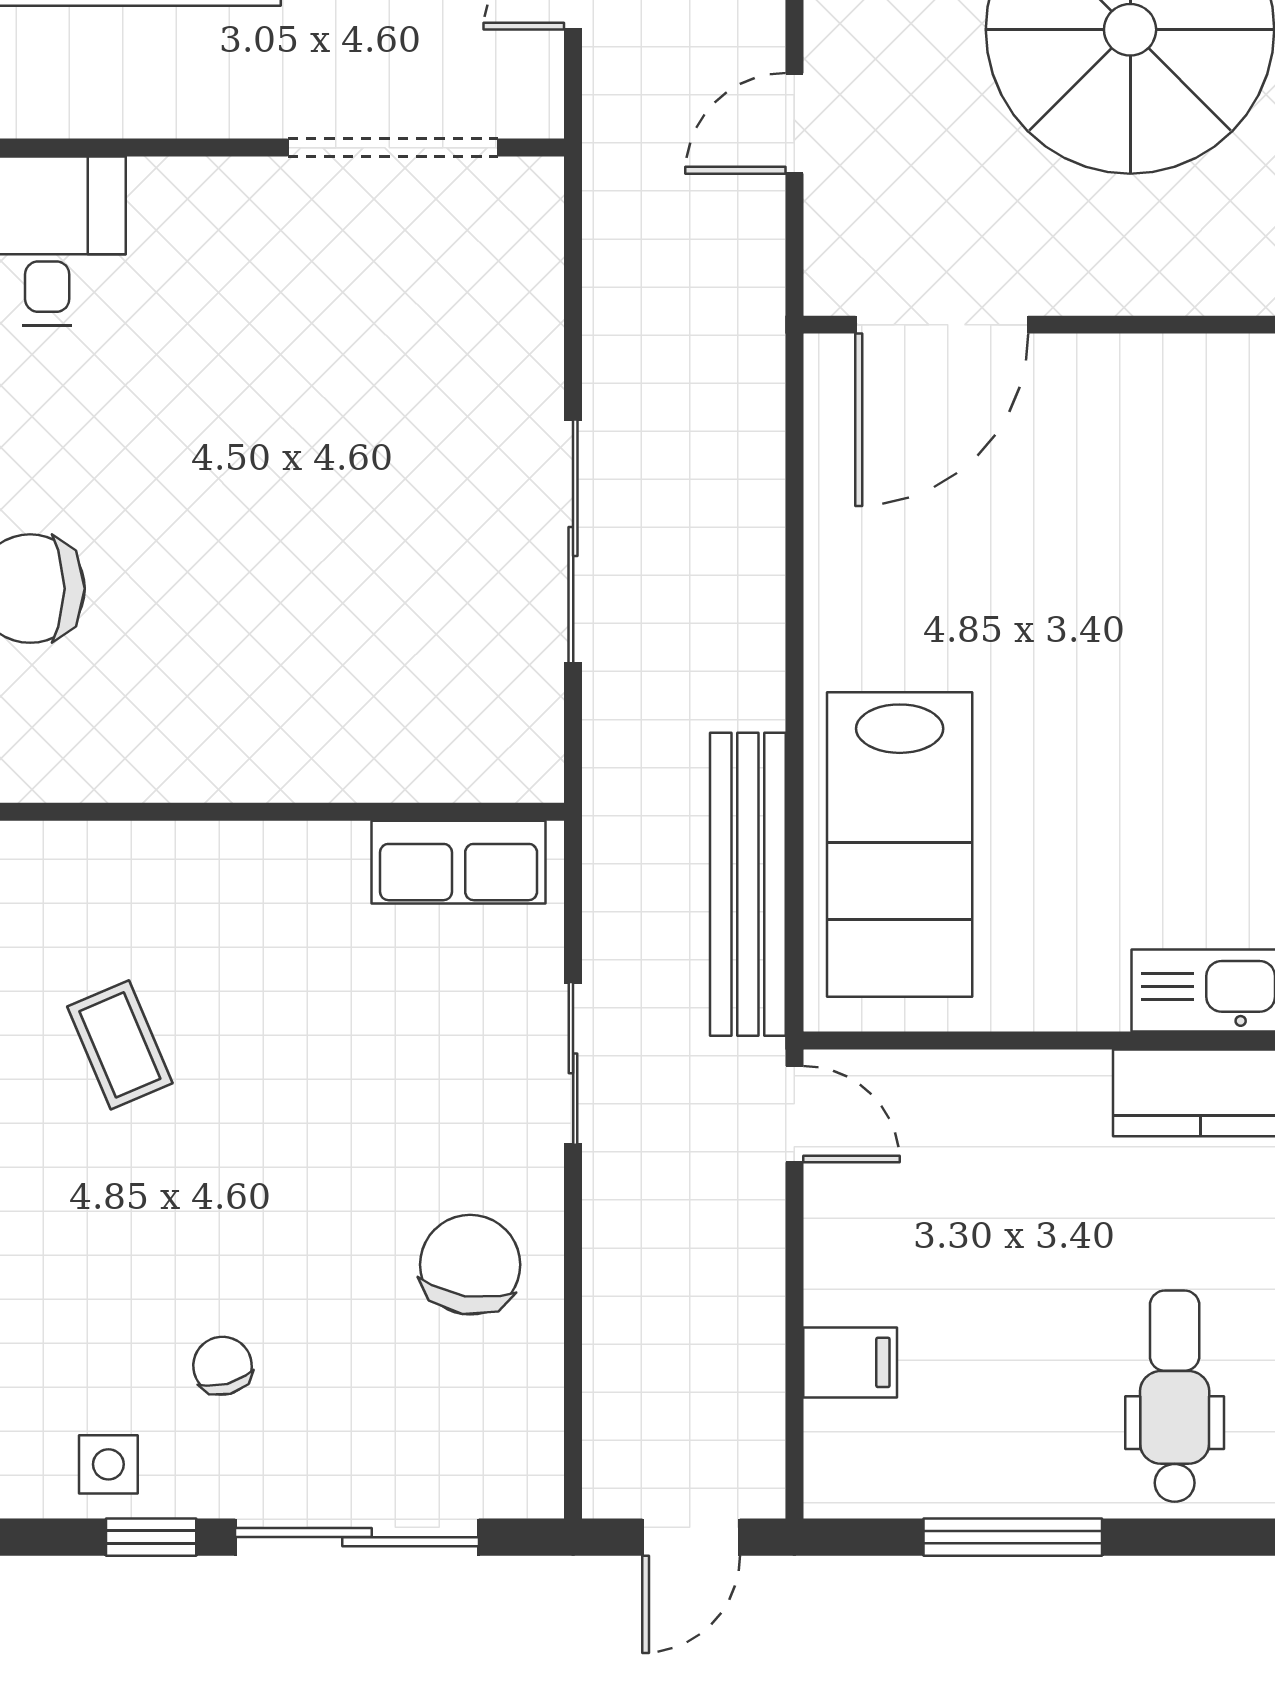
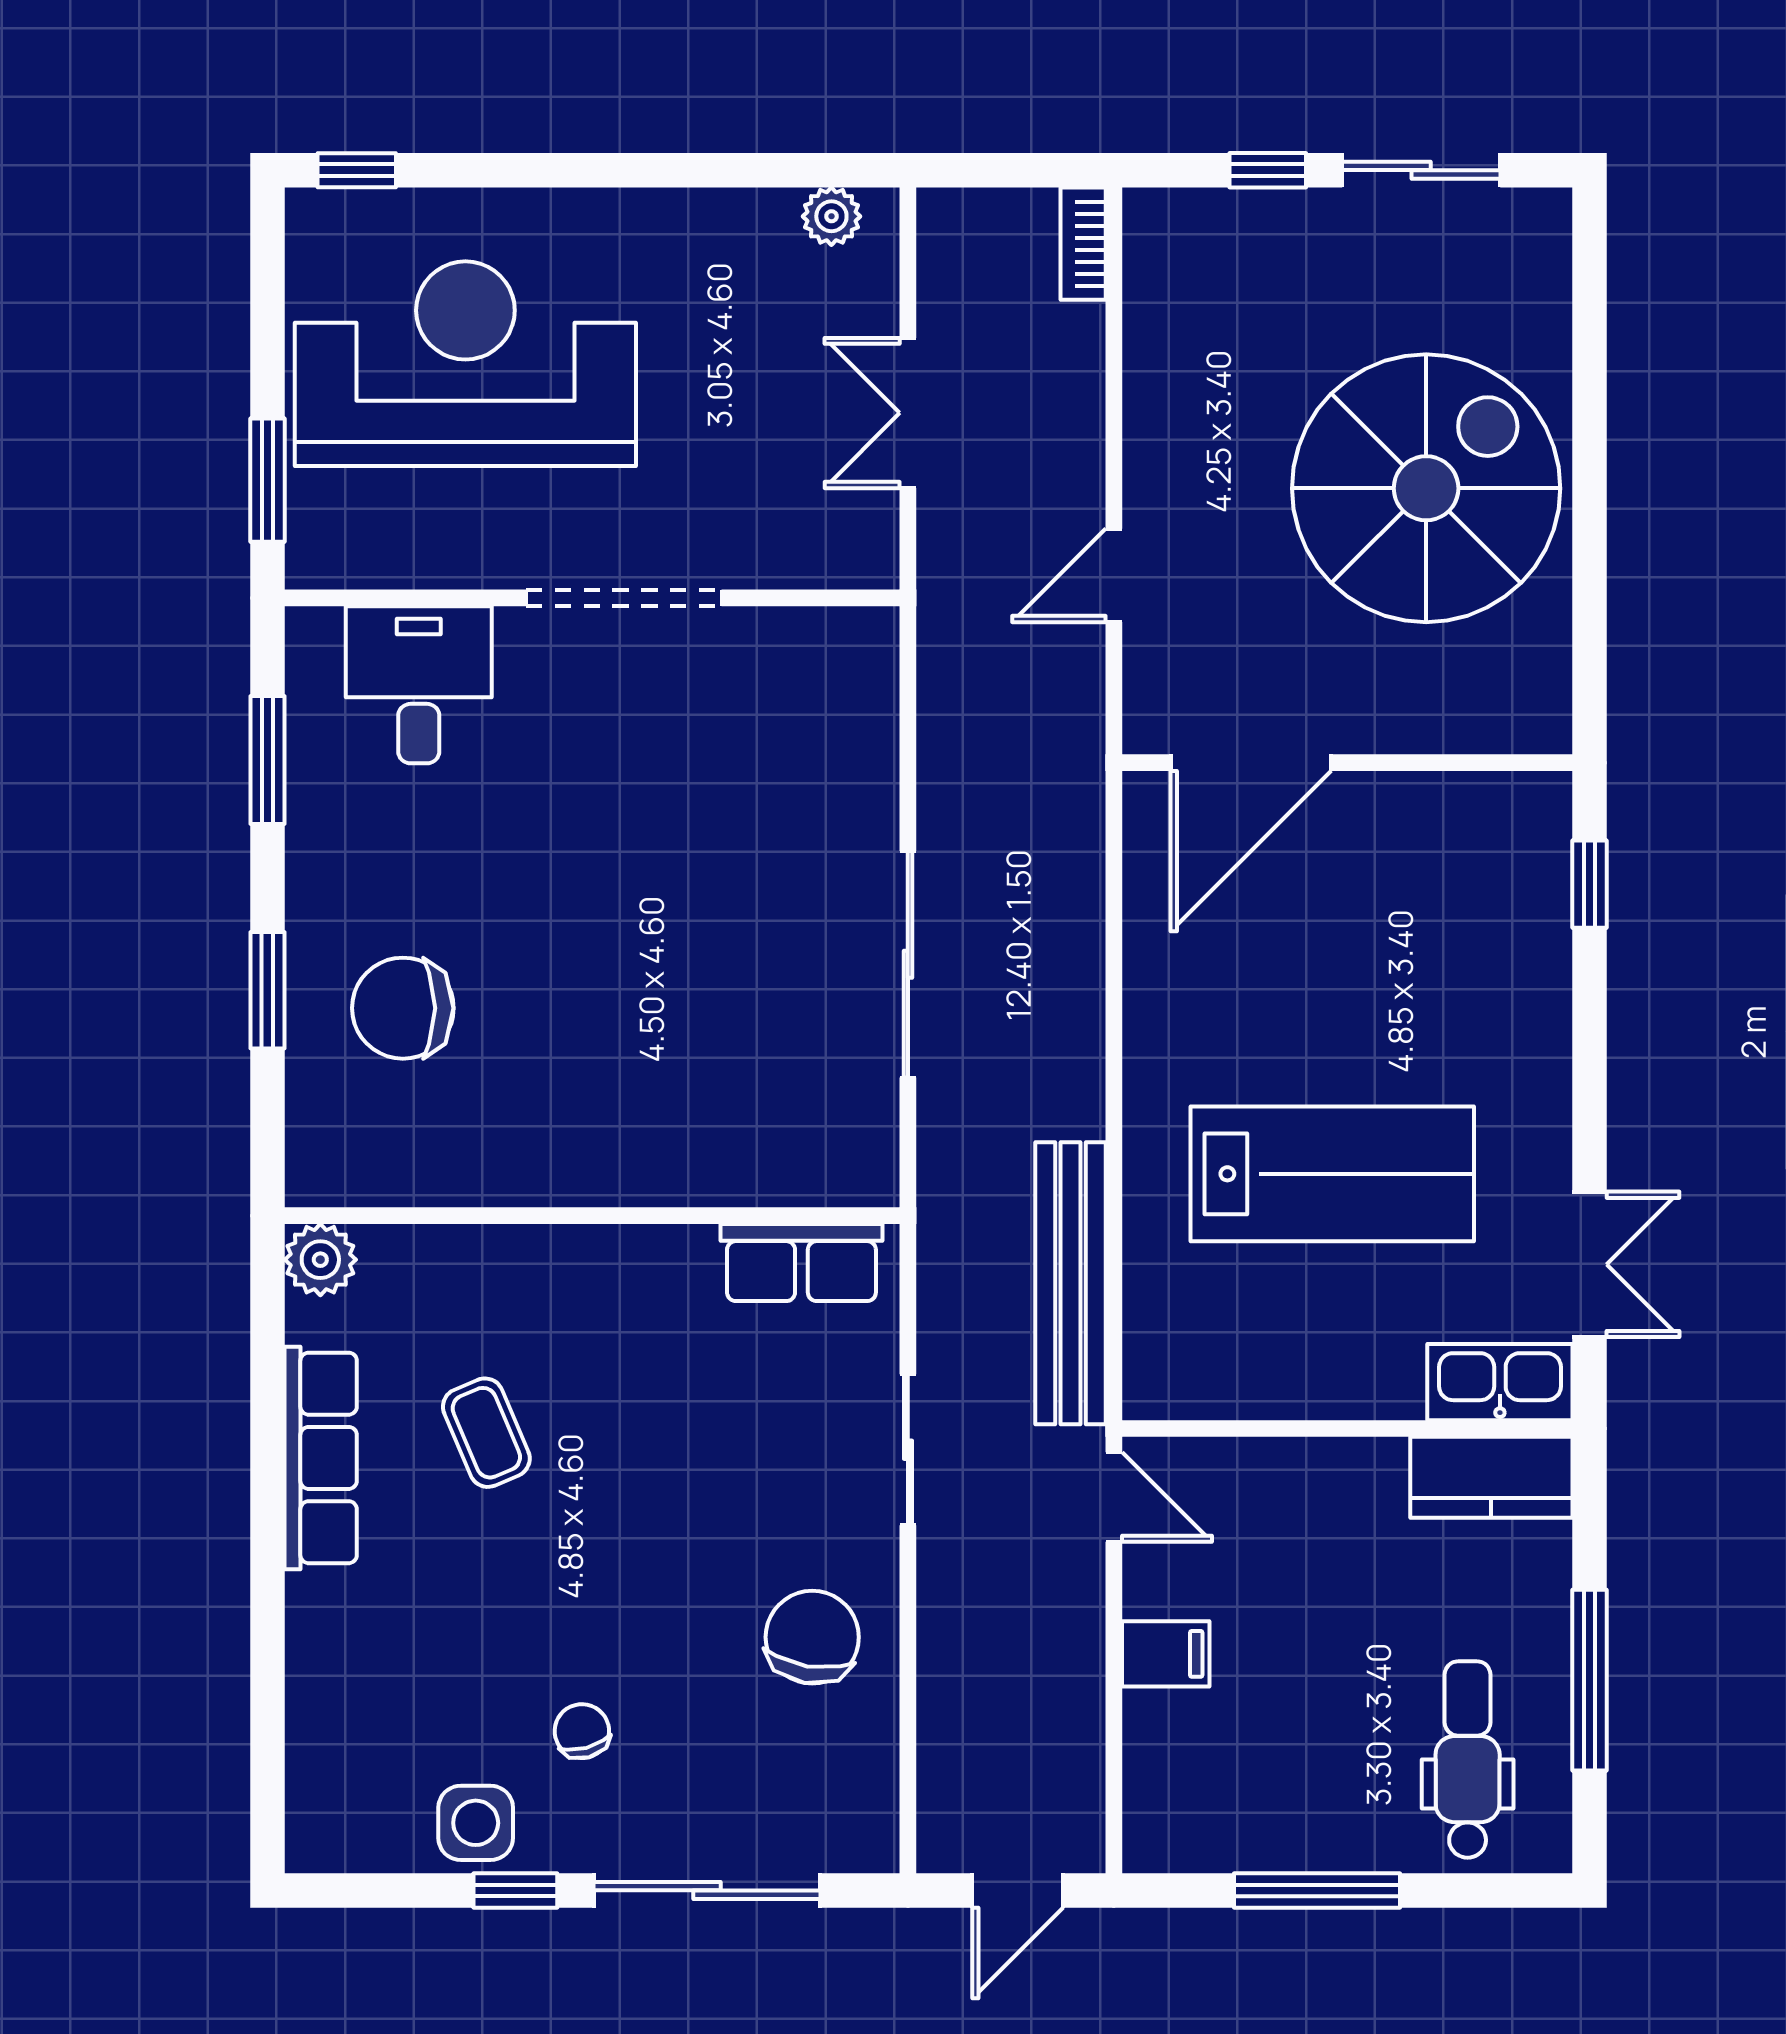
doorway: (393, 148) -> (624, 598), moved
lab bench: (900, 844) -> (1332, 1174), moved, turned -90
filing cabinet: (850, 1362) -> (1166, 1654), moved
side table: (108, 1464) -> (476, 1823), width x1.37, depth x1.37

